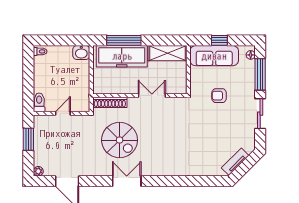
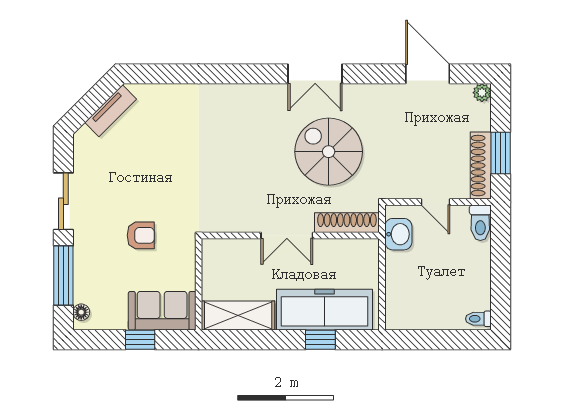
window: (124, 40) -> (320, 340), width x0.46
washbasin: (81, 52) -> (398, 234), moved, turned 90
sofa: (214, 56) -> (162, 311), width x0.73
double door: (152, 96) -> (287, 235), moved
door: (63, 113) -> (436, 202), hinge flipped
shoe rack: (39, 133) -> (481, 166), added

